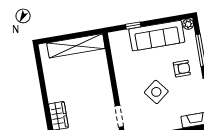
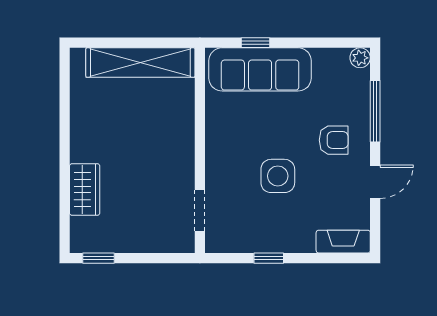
sofa: (157, 36) -> (260, 69), moved
side table: (156, 92) -> (278, 176), turned 38

